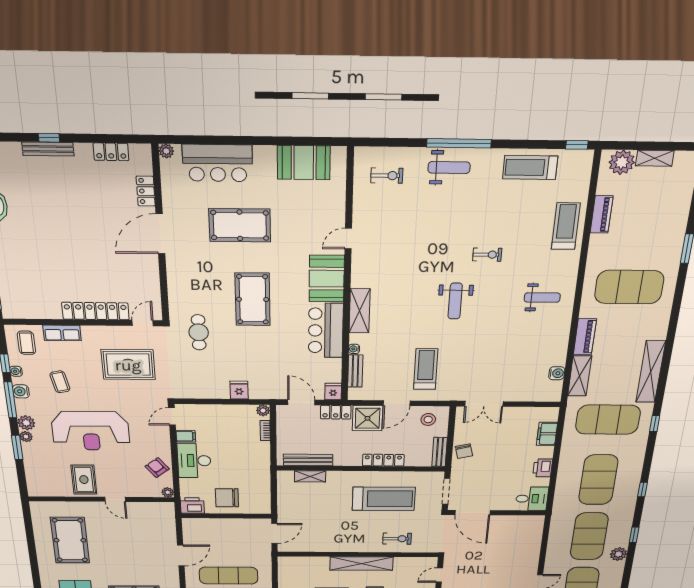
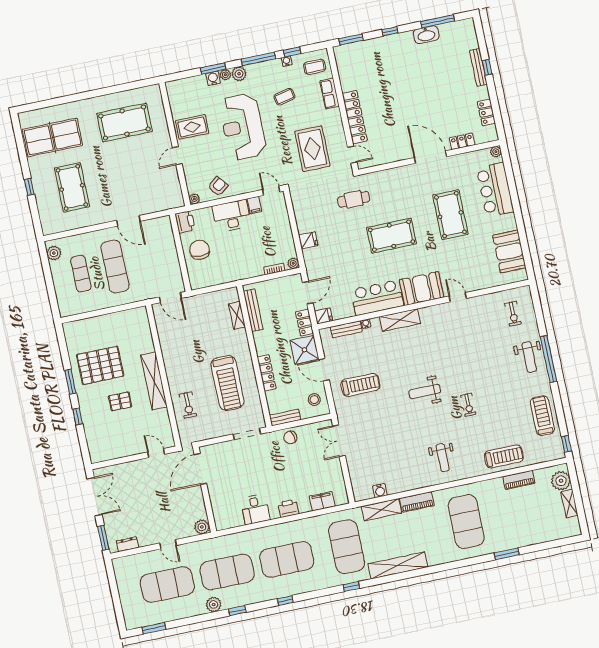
water cooler: (21, 391) -> (213, 78), moved
door: (473, 513) -> (200, 469), moved
wall: (496, 513) -> (205, 490), moved
plant: (532, 550) -> (202, 527), added

